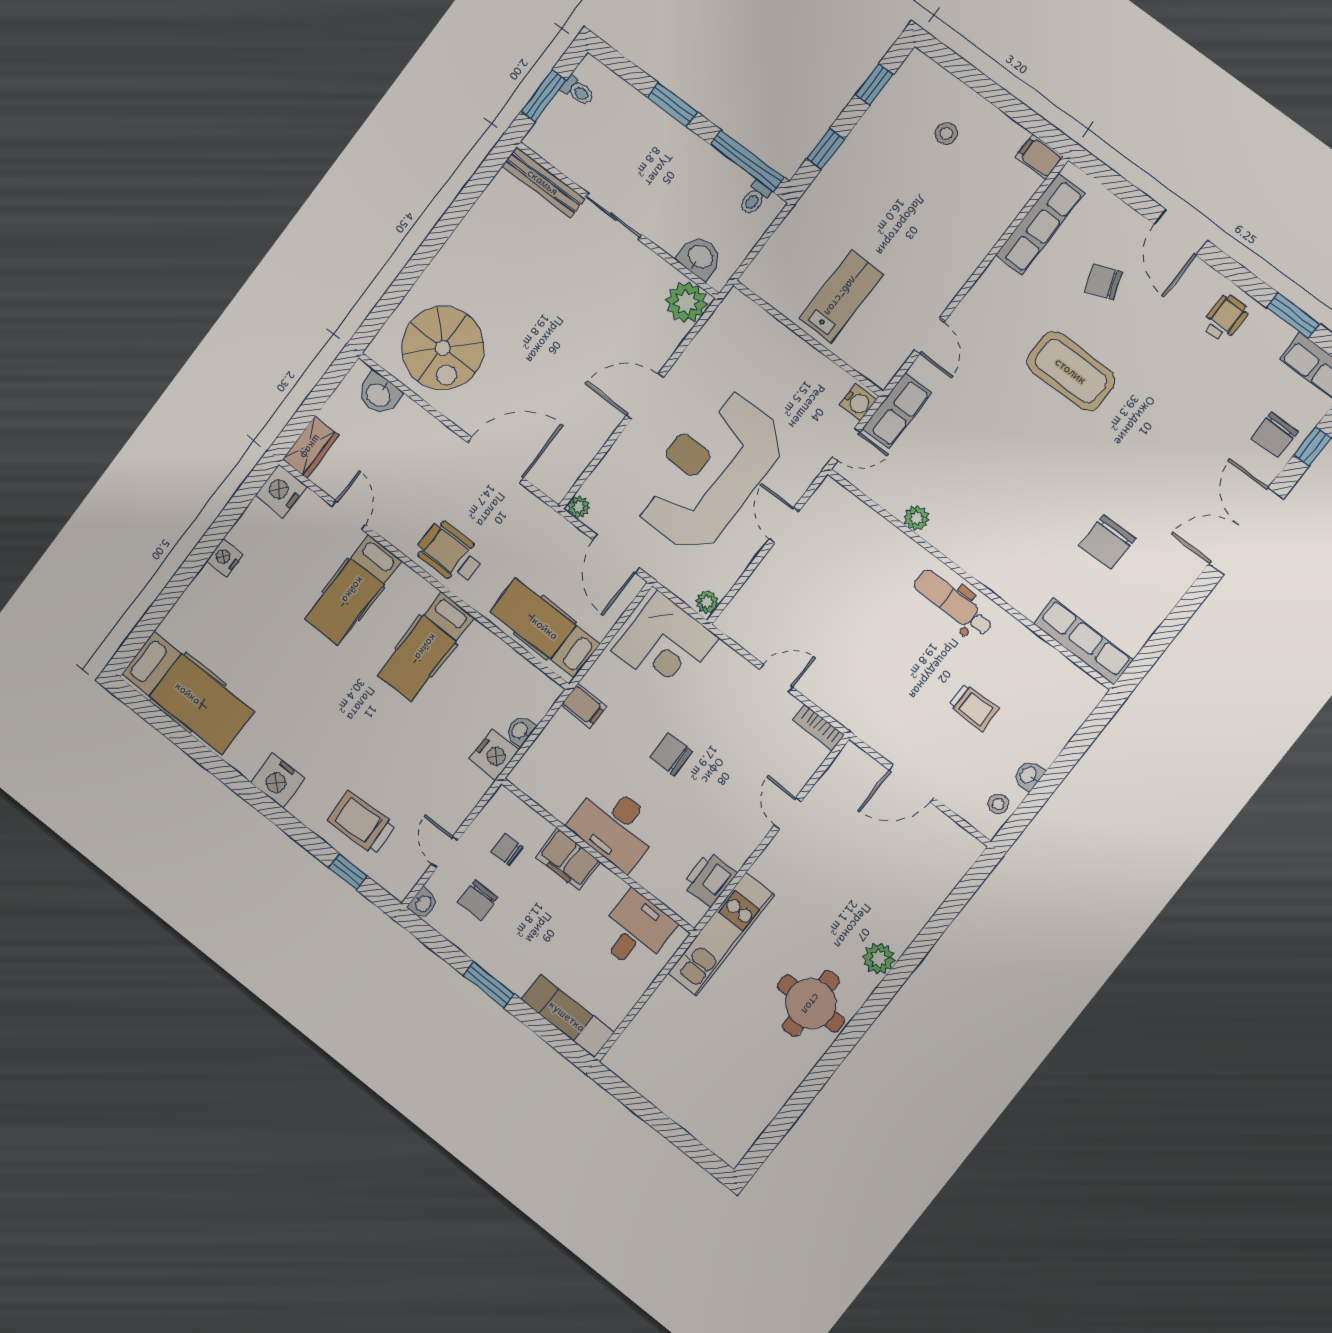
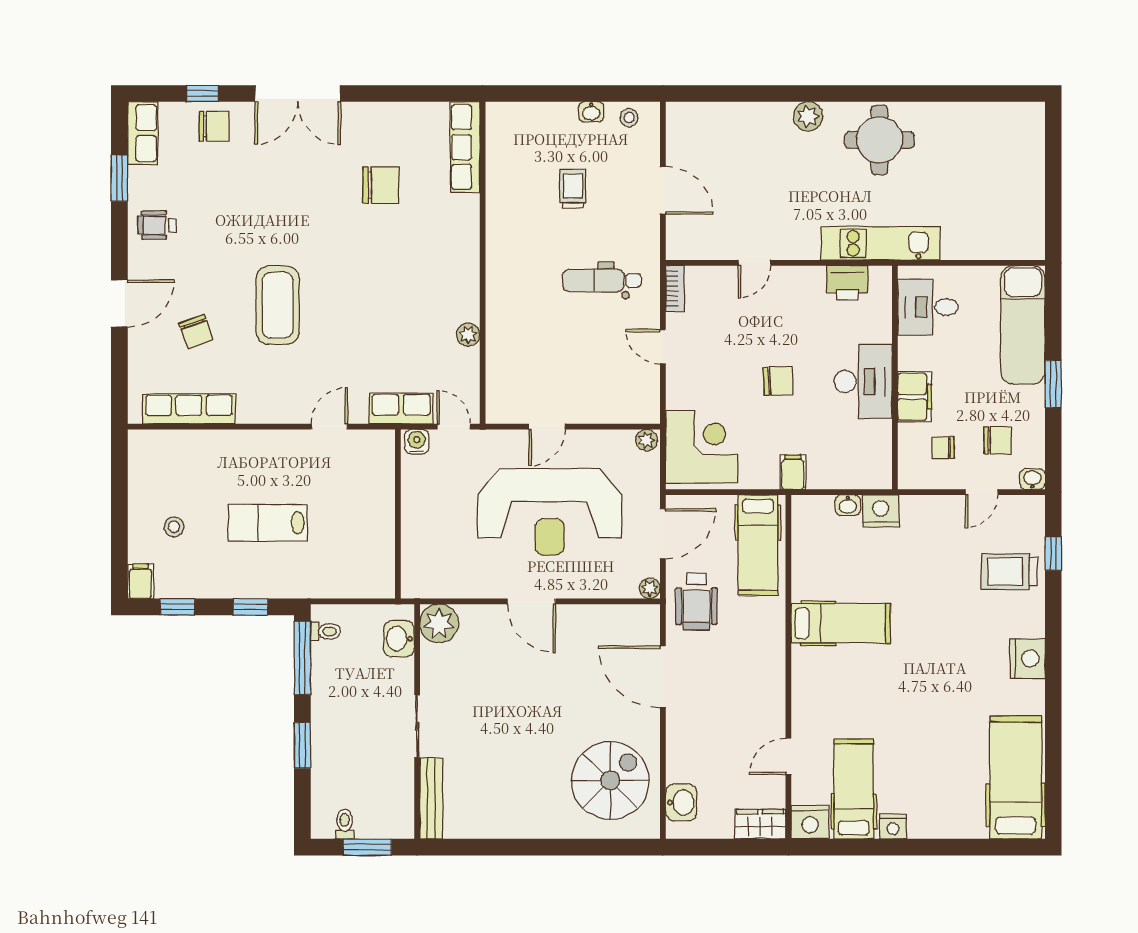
filing cabinet: (1039, 157) -> (140, 581), moved, turned 180
lab bench: (841, 296) -> (268, 523), moved
wheelchair: (450, 553) -> (696, 602), moved
hospital bed: (353, 590) -> (854, 789), moved, turned -90
dental chair: (953, 603) -> (602, 280), moved, turned 90
chair: (671, 754) -> (778, 381), turned -93
trolley: (361, 823) -> (1009, 571), turned 93
chair: (507, 849) -> (943, 448), turned 90
exam couch: (567, 1016) -> (1023, 325), width x1.36, depth x1.45

